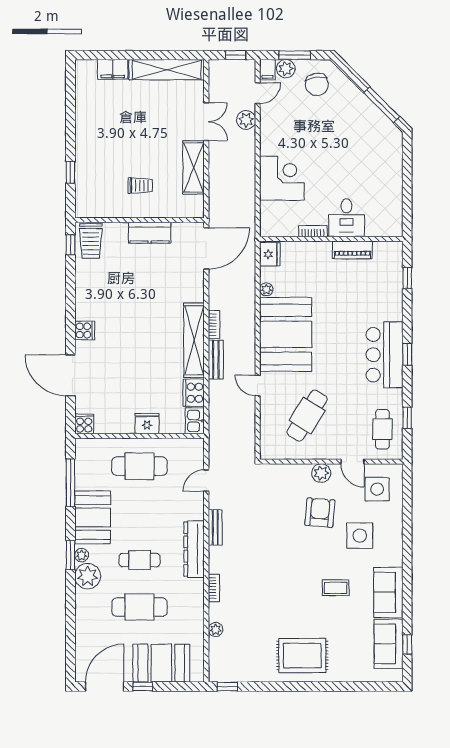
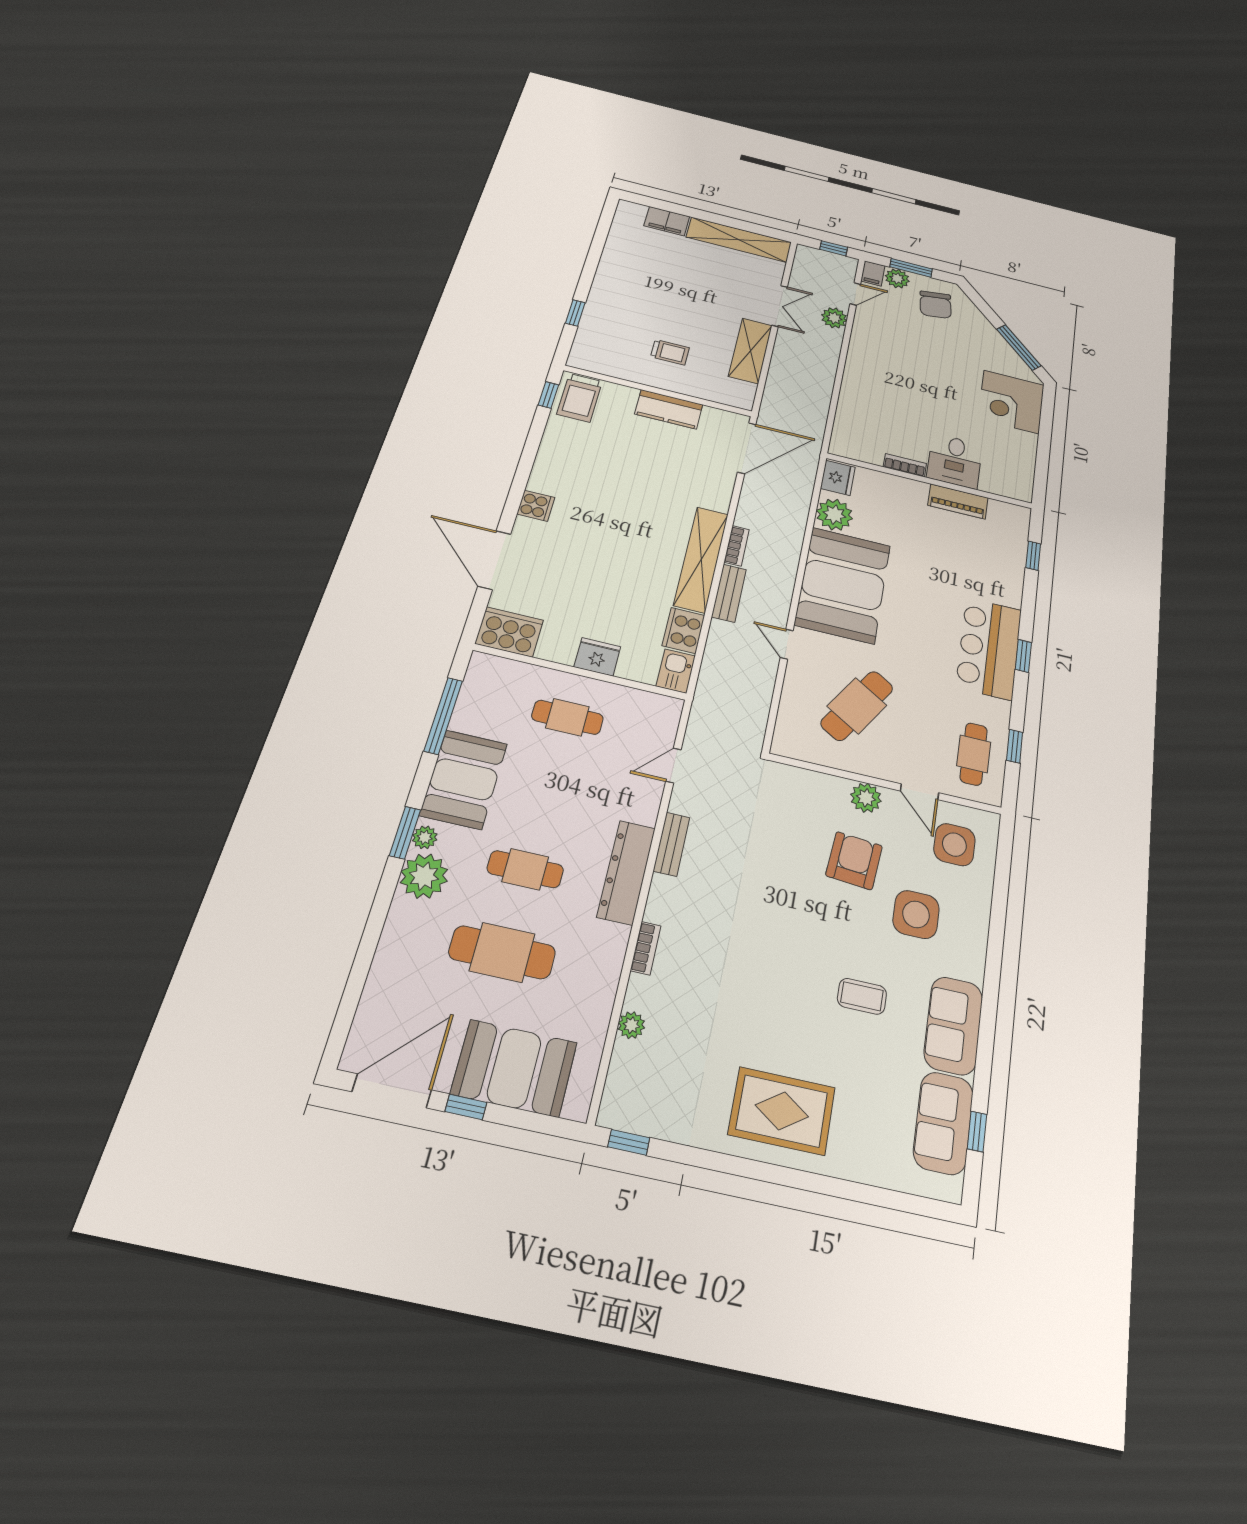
corner desk: (282, 178) -> (1011, 402), moved, turned 180
plant: (266, 289) -> (834, 515), width x1.88, depth x1.88
cooker: (84, 424) -> (509, 632), width x1.87, depth x1.31
cafe table: (140, 466) -> (567, 717), width x0.73, depth x0.74

